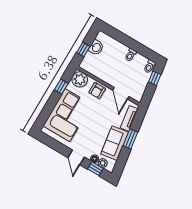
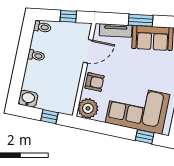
washbasin: (96, 47) -> (28, 99), moved
window: (155, 78) -> (68, 16), moved
window: (61, 87) -> (145, 137), moved

